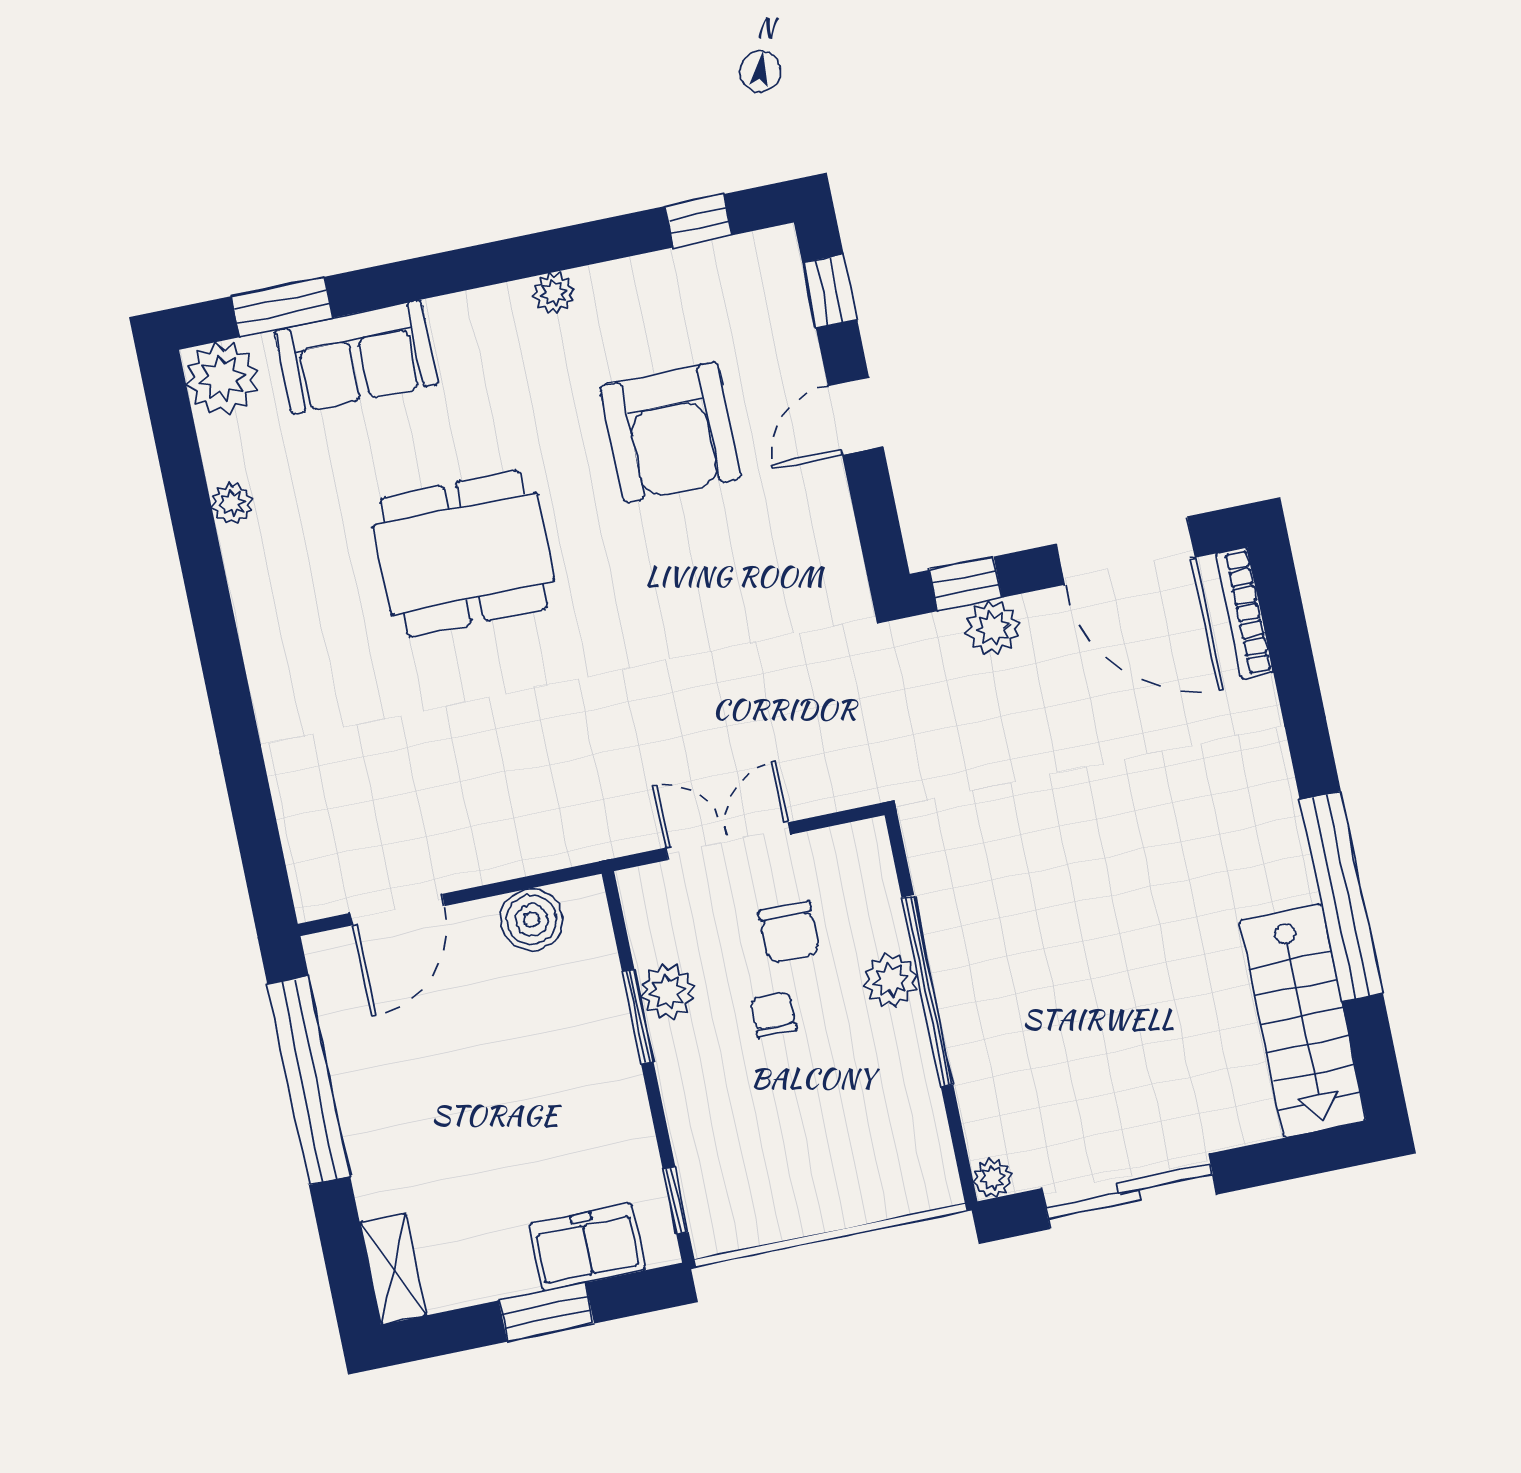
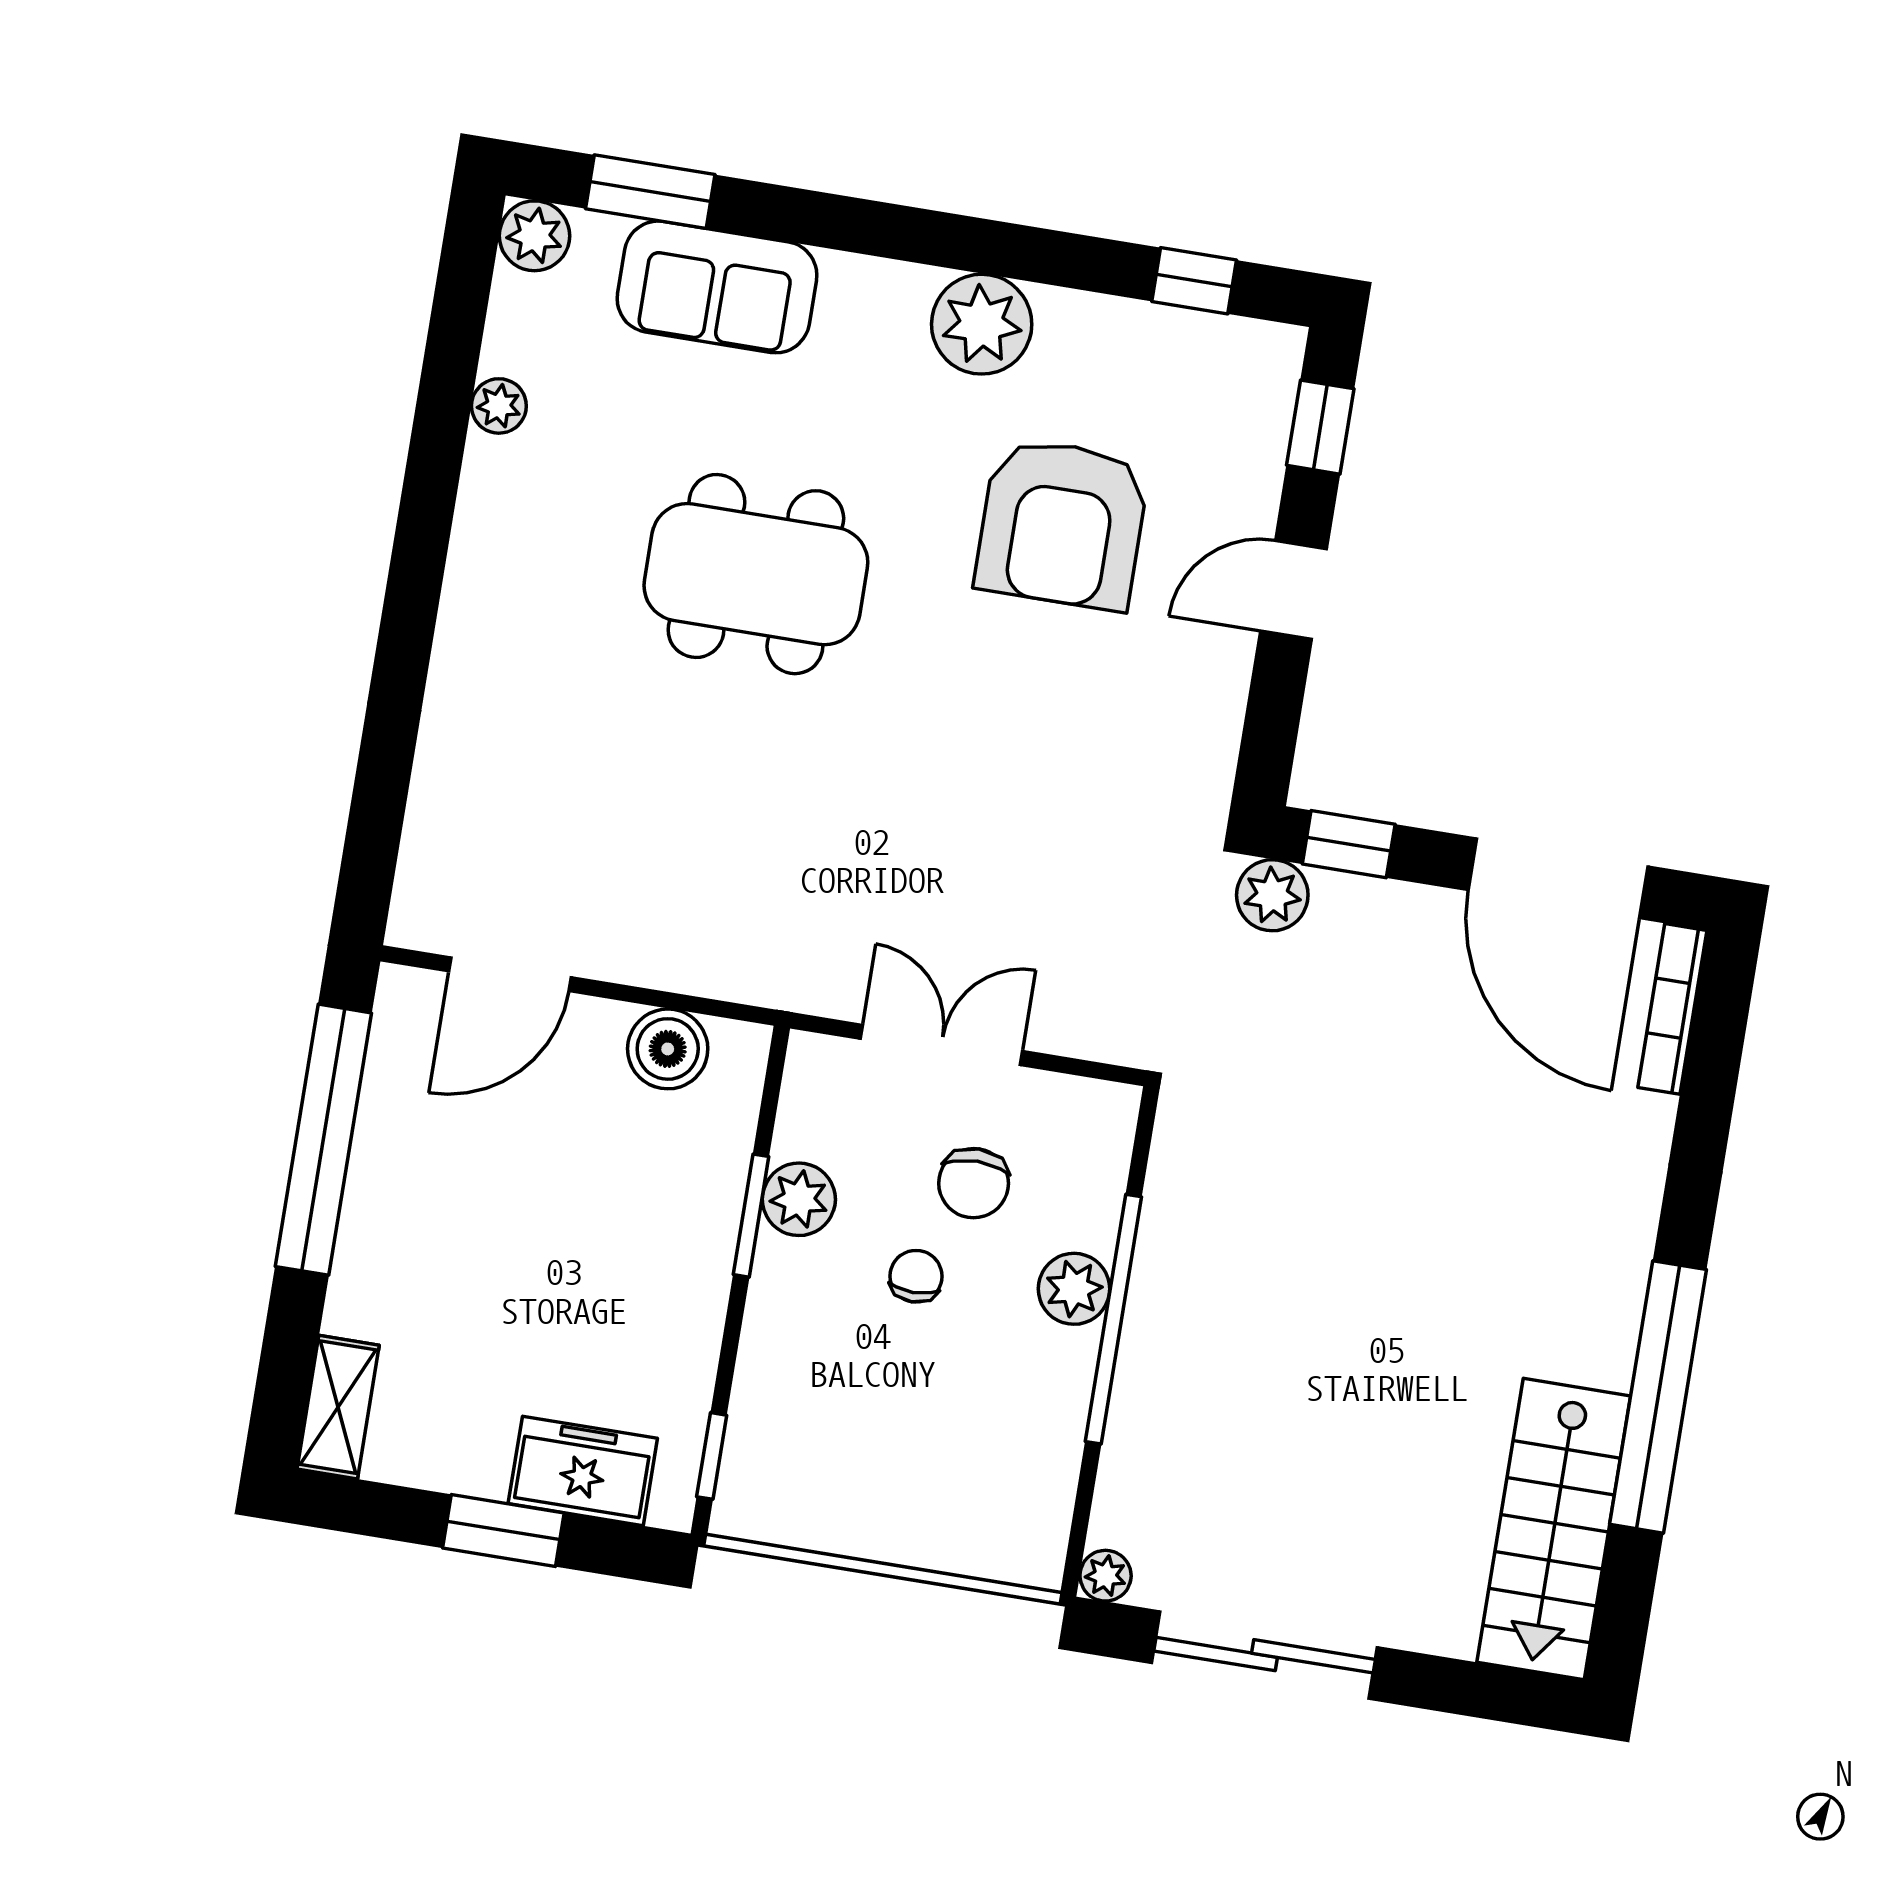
plant: (554, 293) -> (982, 324), width x1.88, depth x1.88
plant: (222, 378) -> (535, 236), width x0.73, depth x0.73
plant: (993, 628) -> (1272, 895), moved

